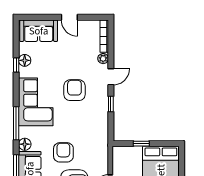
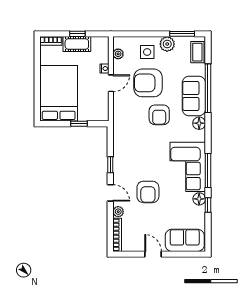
floor lamp: (25, 60) -> (199, 199), moved
door: (111, 77) -> (110, 193), swing flipped
armchair: (74, 90) -> (148, 192), moved
window: (16, 123) -> (208, 171), moved

